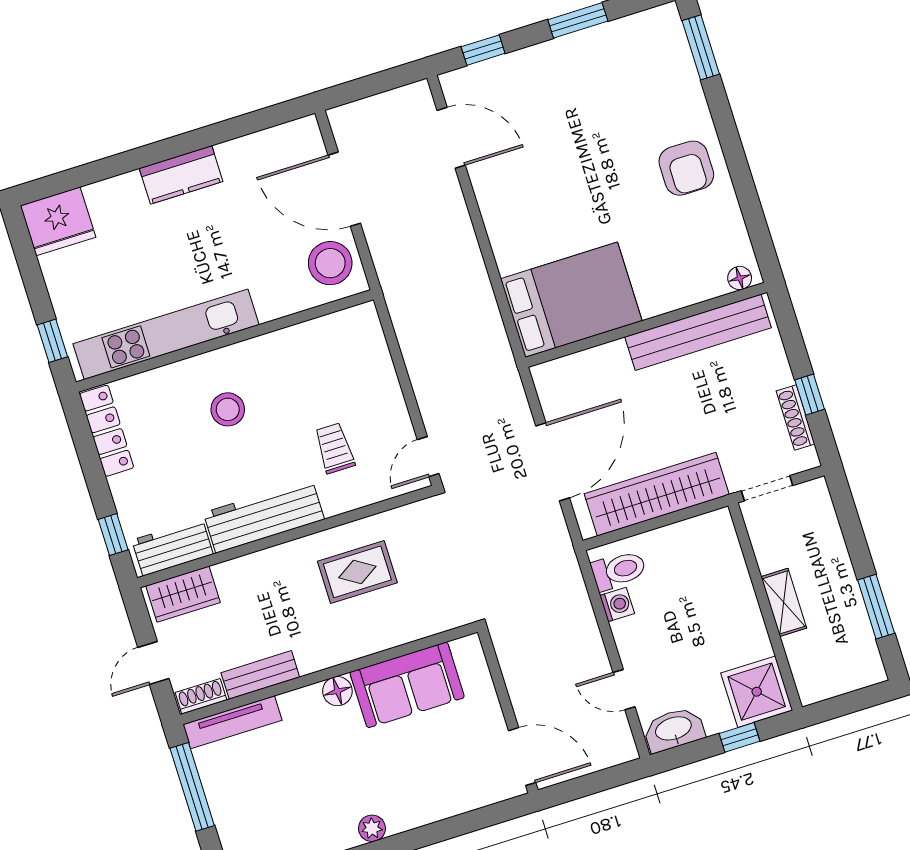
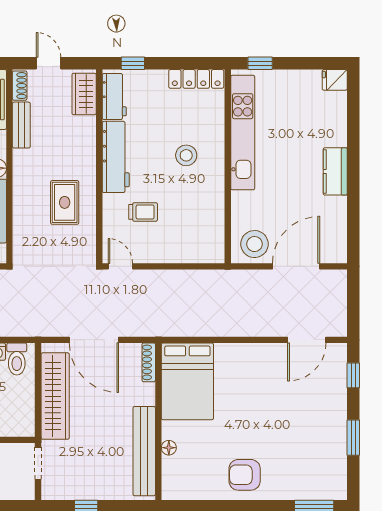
fridge: (58, 221) -> (335, 80), width x0.53, depth x0.75
floor lamp: (740, 278) -> (169, 448), moved
shoe rack: (795, 417) -> (149, 362), moved, turned -90

